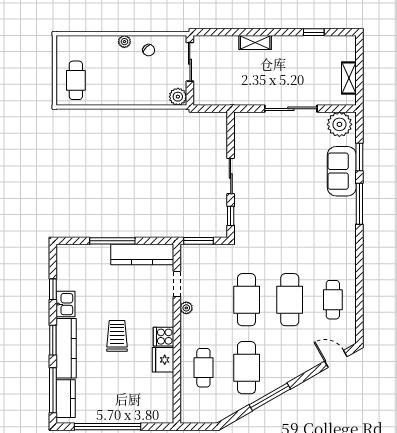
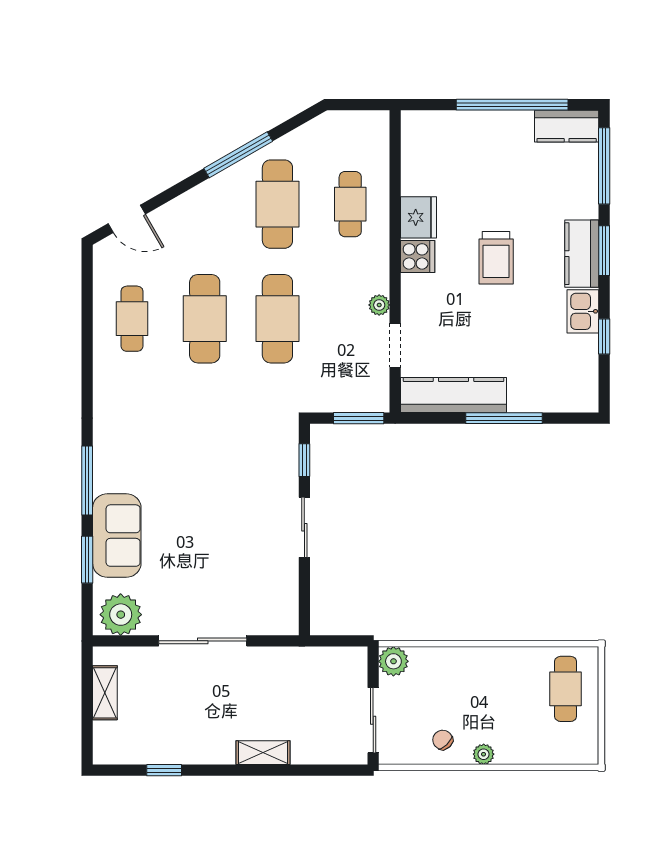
kitchen counter: (66, 348) -> (582, 254), width x0.67
kitchen counter: (66, 399) -> (567, 126), moved, turned -90

